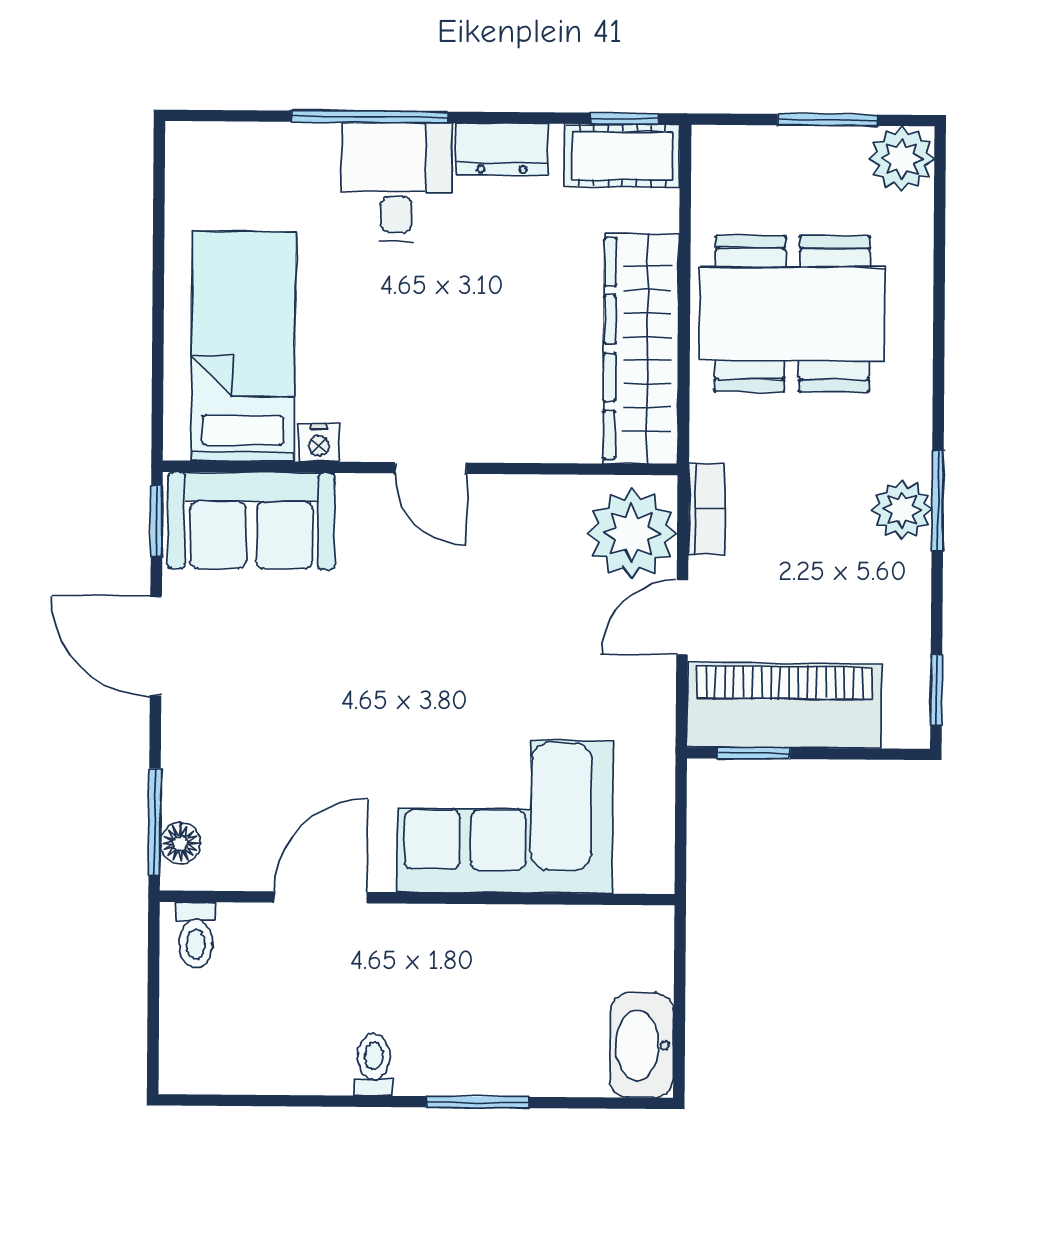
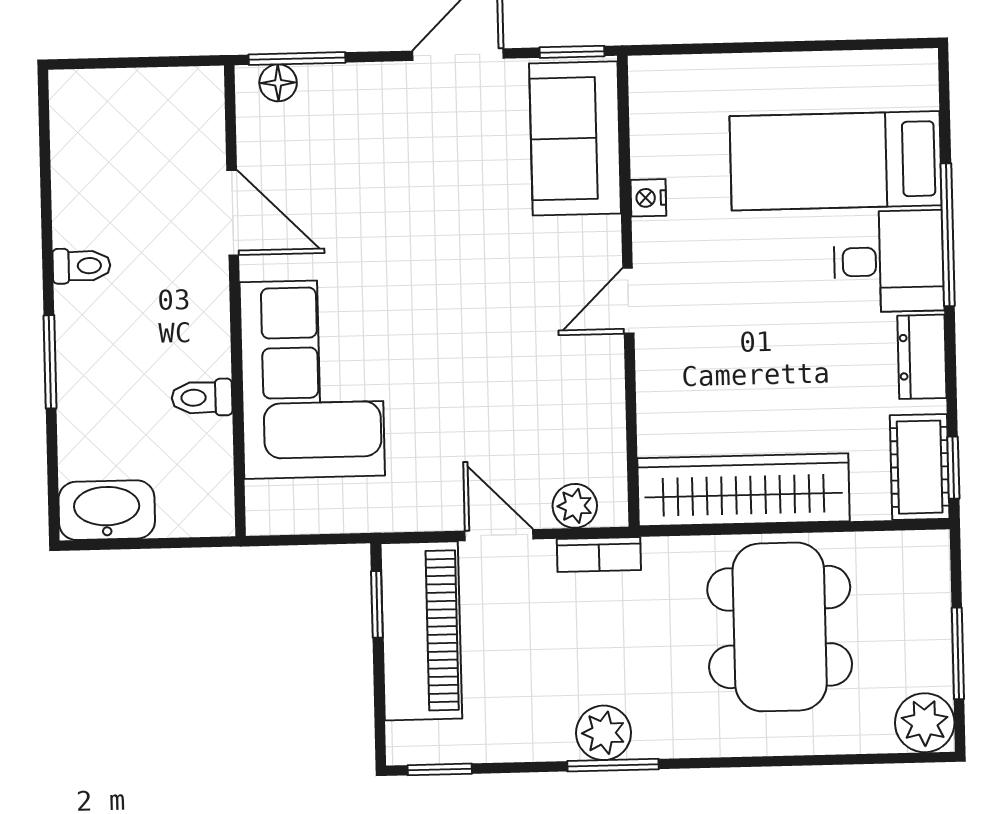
bed: (243, 346) -> (836, 161), moved, turned 180
plant: (632, 533) -> (575, 506), width x0.53, depth x0.53
toilet: (196, 935) -> (202, 397), moved

